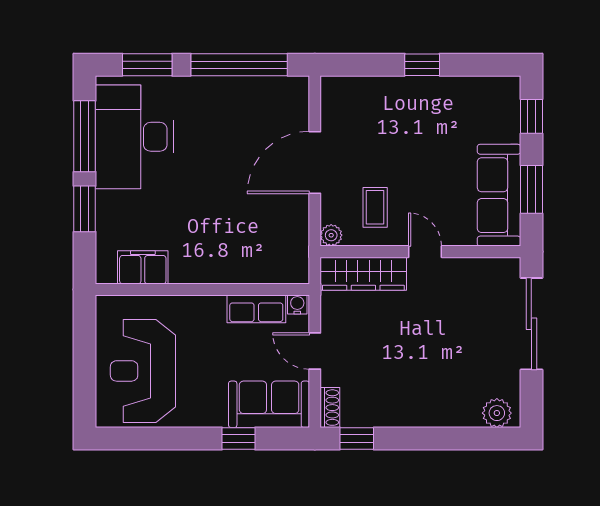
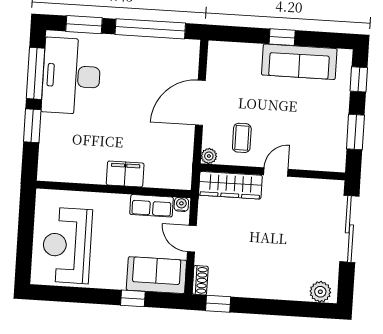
sofa: (499, 195) -> (299, 62), moved, turned -90
door: (425, 252) -> (276, 172), hinge flipped
filing cabinet: (143, 267) -> (125, 174), moved

